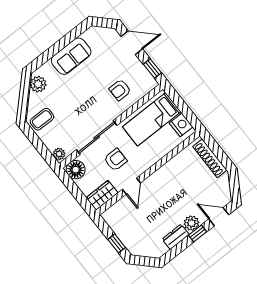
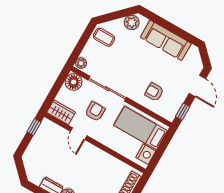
sofa: (71, 56) -> (166, 40), width x1.36
armchair: (115, 160) -> (95, 112), turned -90
door: (131, 186) -> (79, 134), hinge flipped
window: (117, 243) -> (34, 127), moved

